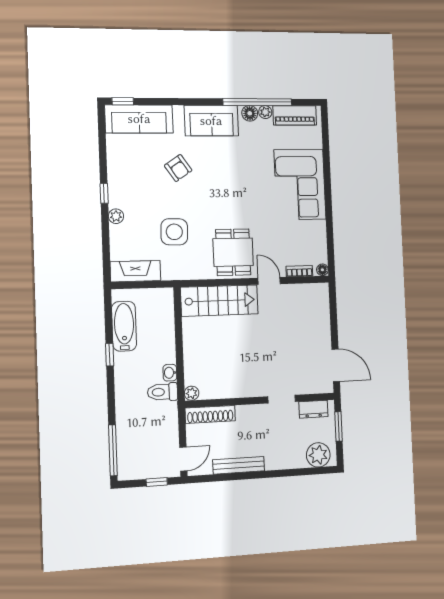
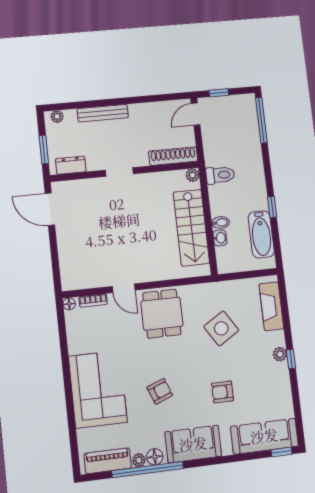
armchair: (178, 168) -> (223, 392), turned -56
armchair: (241, 176) -> (160, 391), added
plant: (116, 216) -> (280, 354), moved
side table: (174, 232) -> (221, 328), turned -34
fireplace: (135, 271) -> (271, 306), moved, turned 90
stairs: (219, 301) -> (191, 228), moved, turned -90
bidet: (166, 341) -> (220, 223), added
washbasin: (170, 373) -> (220, 238), moved
doorway: (282, 399) -> (119, 172), moved
plant: (318, 455) -> (57, 117), width x0.53, depth x0.53
bench: (239, 465) -> (103, 113), moved

